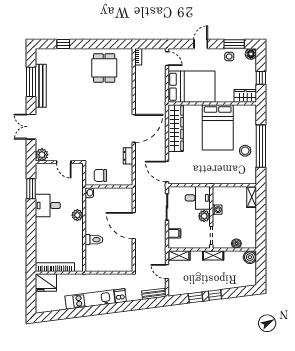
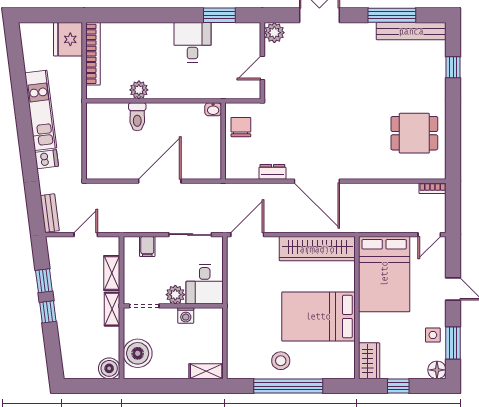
bench: (41, 86) -> (411, 31), moved
plant: (77, 215) -> (139, 90), moved
boiler: (236, 244) -> (138, 353), width x1.86, depth x1.86
shelving: (179, 255) -> (112, 273), moved

